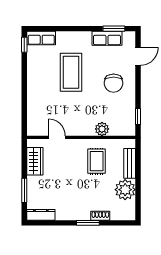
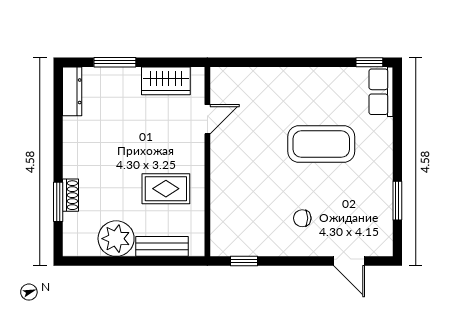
window: (114, 29) -> (397, 201), moved
row of seats: (107, 38) -> (381, 207), removed
chair: (114, 83) -> (302, 218), width x0.54, depth x0.54
plant: (102, 129) -> (222, 198), removed
window: (88, 223) -> (58, 202), moved

